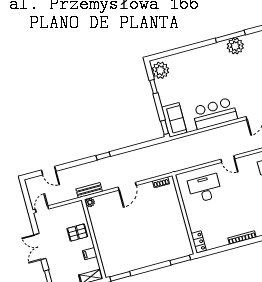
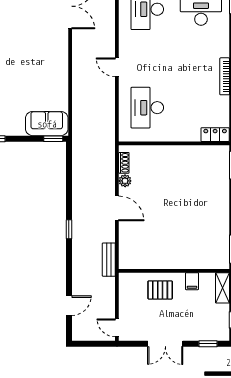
bar counter: (215, 113) -> (53, 68), removed
door: (228, 159) -> (117, 67), swing flipped
plant: (90, 202) -> (125, 181), moved
pallet: (77, 233) -> (160, 290), turned 90

